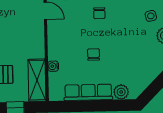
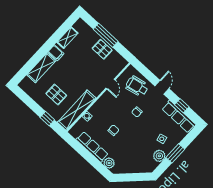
shelving: (37, 80) -> (77, 110), width x1.47

